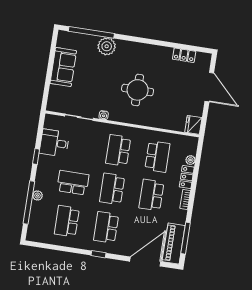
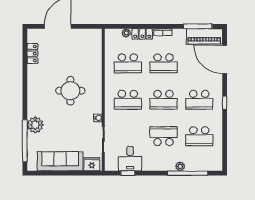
sofa: (63, 67) -> (60, 161), width x1.36
fridge: (193, 125) -> (92, 164), moved, turned 180
school desk: (157, 156) -> (128, 63), turned 180
window: (36, 157) -> (128, 173), moved
school desk: (73, 183) -> (164, 136), turned 90

